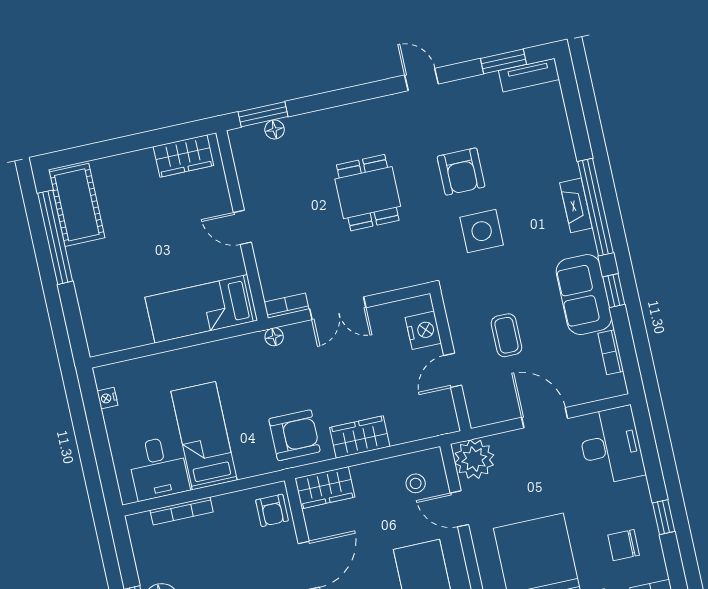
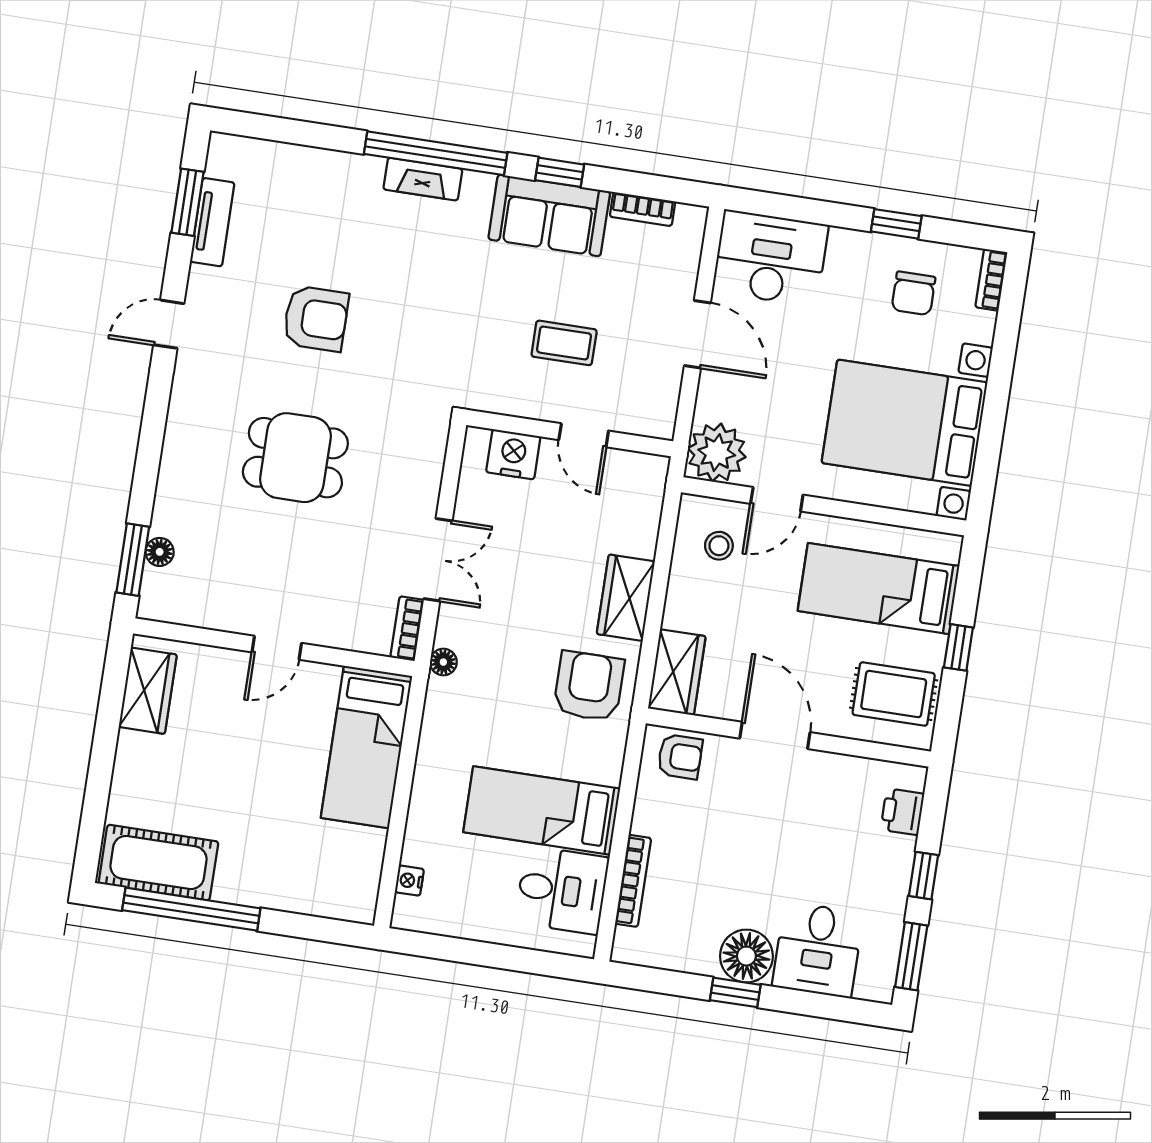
tv unit: (529, 75) -> (212, 222), moved
side table: (482, 231) -> (408, 322), removed
nightstand: (107, 398) -> (409, 881), moved, turned 90
door: (545, 418) -> (697, 334), swing flipped

